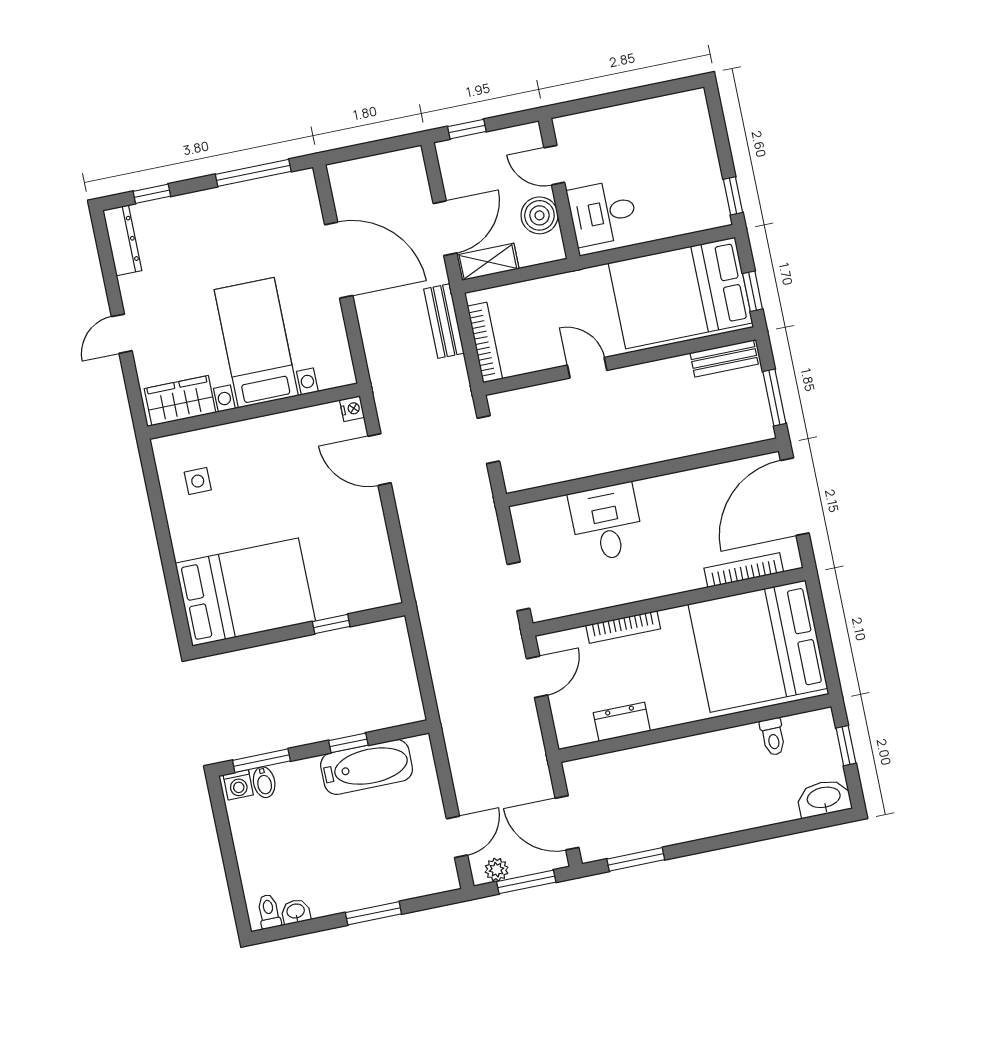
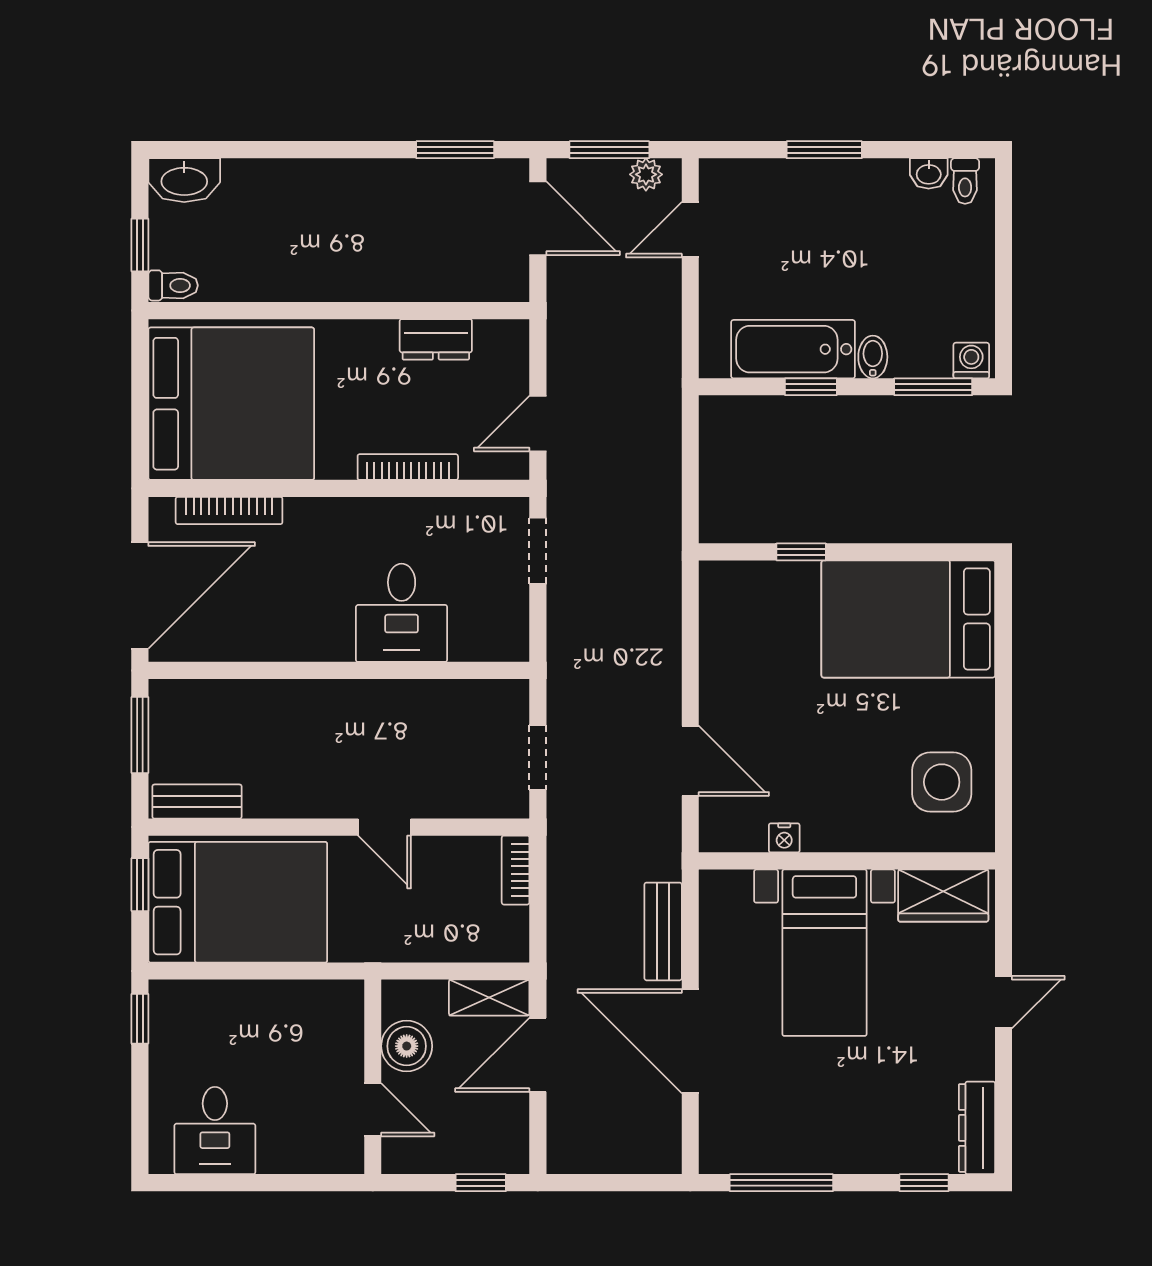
desk: (603, 213) -> (215, 1131), moved, turned 90
bench: (444, 321) -> (663, 931), moved
bookcase: (485, 342) -> (516, 870), width x0.64
nightstand: (352, 409) -> (784, 838), moved, turned -90
side table: (198, 481) -> (942, 782), width x1.87, depth x1.87
toilet: (773, 737) -> (173, 285), moved, turned 90
bidet: (264, 782) -> (873, 357), moved

